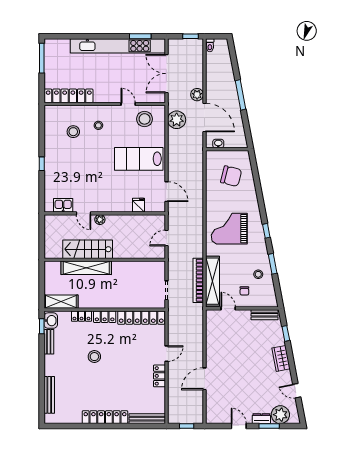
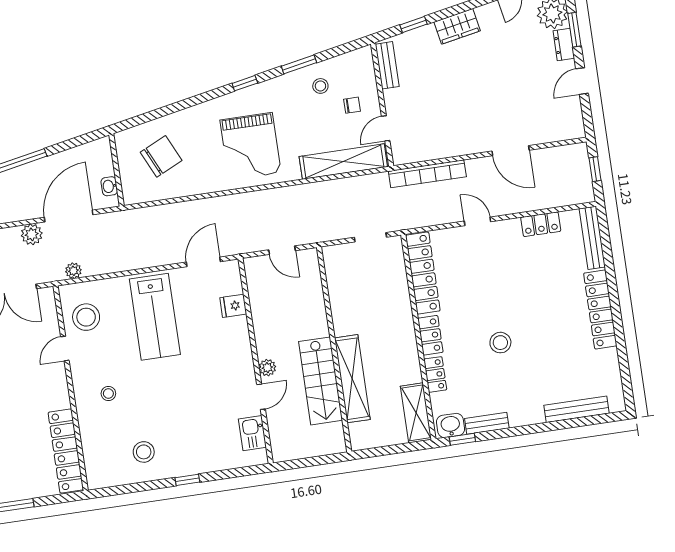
plant: (177, 120) -> (73, 271), width x0.53, depth x0.53
stool: (73, 132) -> (144, 452), moved
chair: (231, 176) -> (161, 156), turned 51
bookcase: (198, 280) -> (427, 174), moved
locker: (159, 376) -> (541, 224), moved

